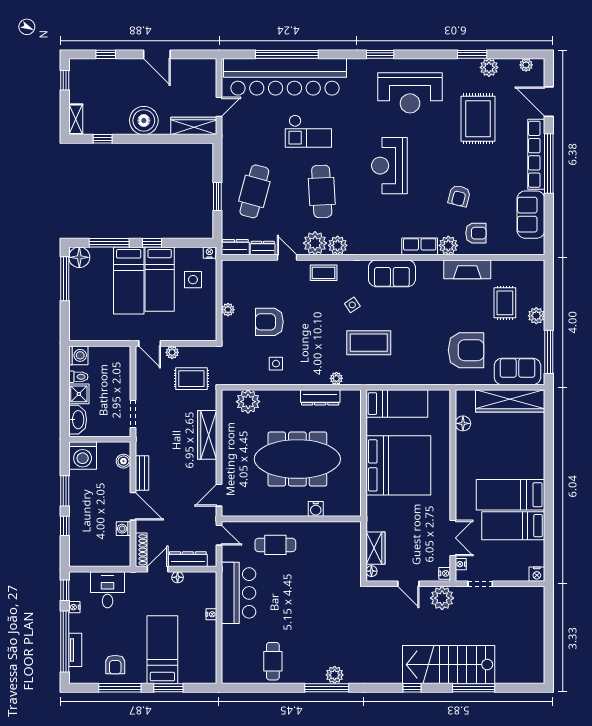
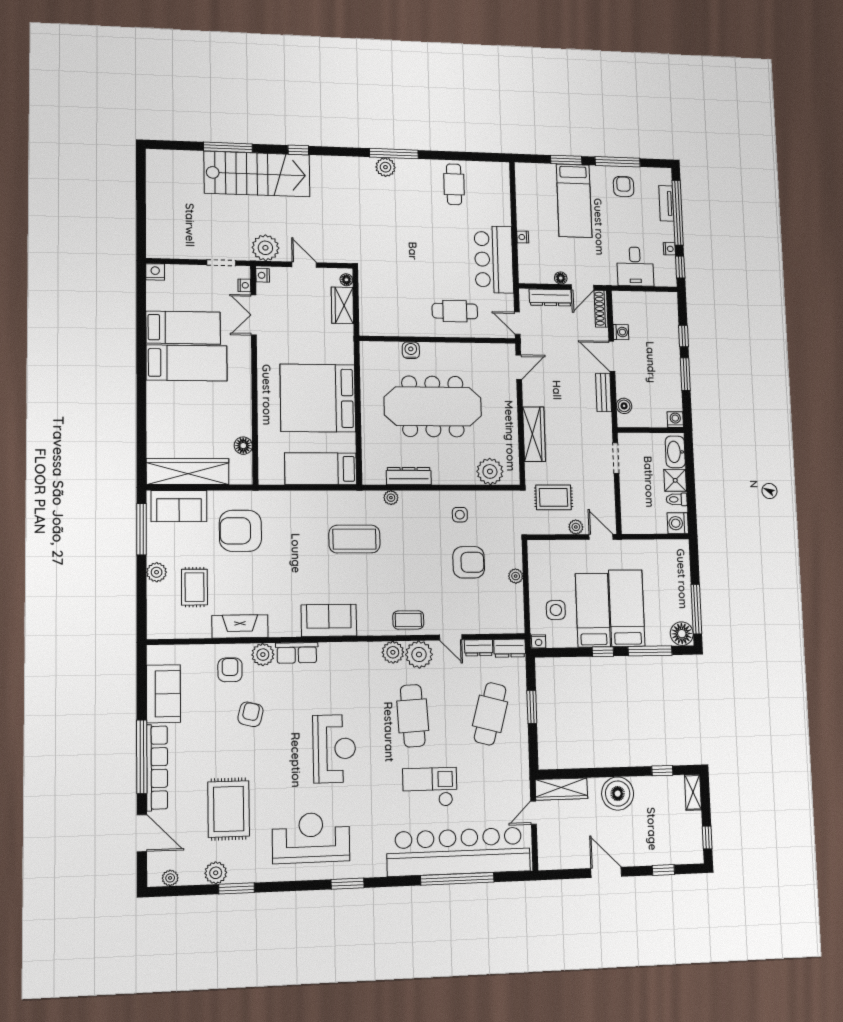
armchair: (476, 233) -> (230, 670), turned 90
side table: (352, 305) -> (374, 583), removed
washing machine: (83, 455) -> (675, 420), width x0.53, depth x0.53

